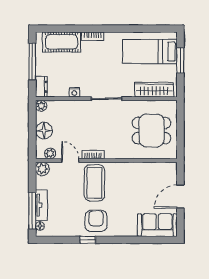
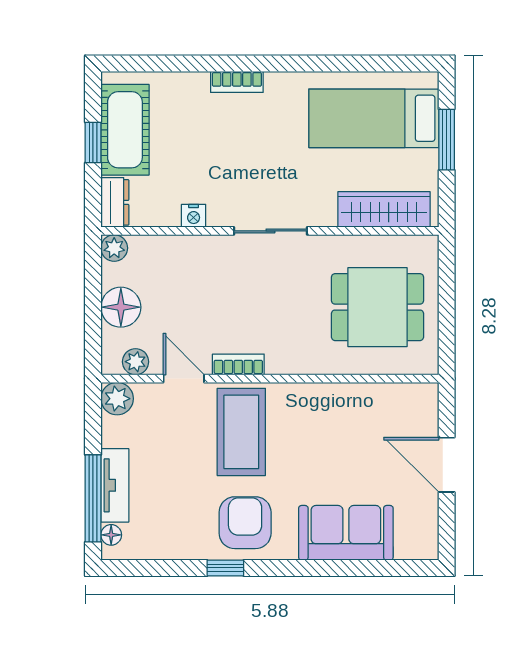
cot: (61, 42) -> (125, 130), moved, turned 90
window: (32, 62) -> (93, 142), width x0.46
door: (180, 197) -> (447, 465), hinge flipped
sofa: (157, 225) -> (346, 533), moved

